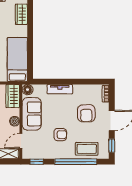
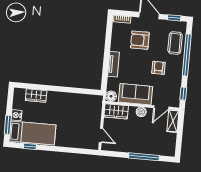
bed: (17, 60) -> (80, 104), removed
armchair: (86, 113) -> (140, 40), turned 180
door: (21, 141) -> (161, 107), hinge flipped

